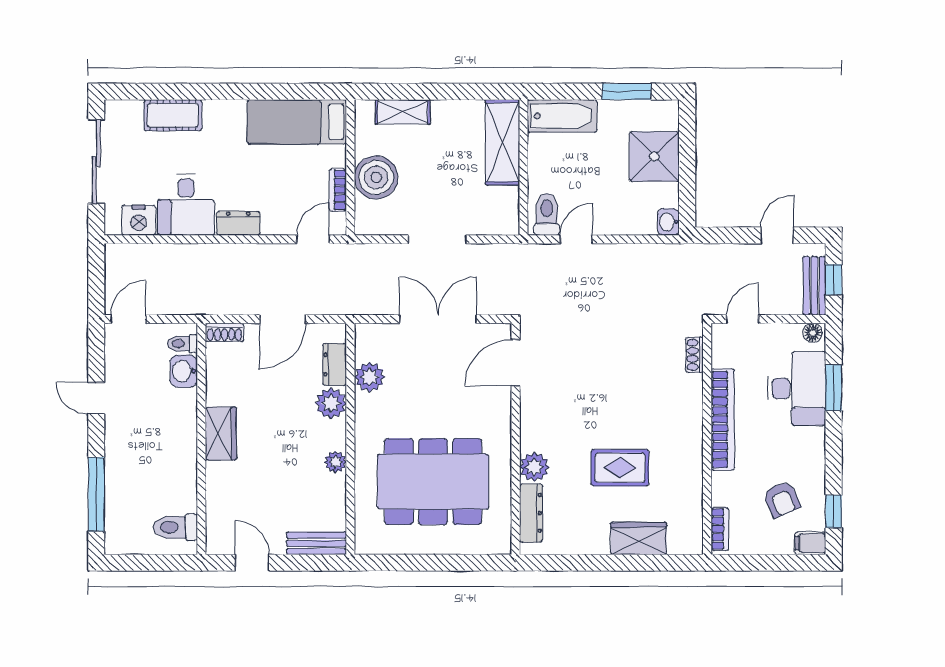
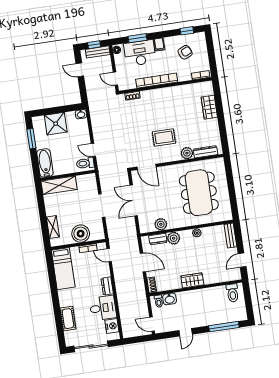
rug: (620, 468) -> (164, 137), moved, turned 90
filing cabinet: (810, 543) -> (159, 44), moved

